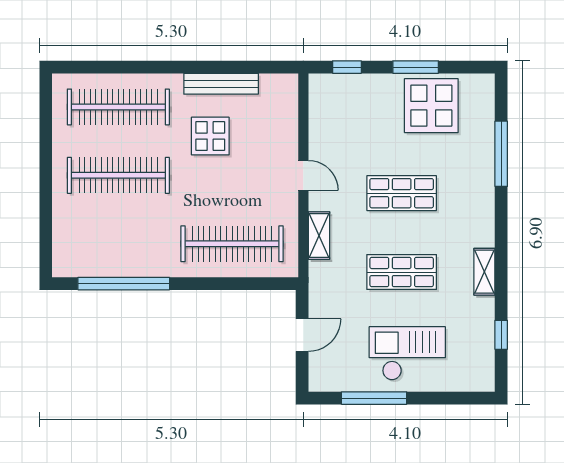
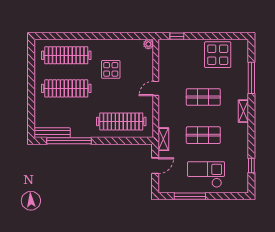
window: (416, 67) -> (210, 36), removed
bench: (221, 84) -> (52, 133), moved
plant: (288, 84) -> (148, 44), added
door: (303, 175) -> (156, 88), swing flipped
shelving: (319, 236) -> (163, 139), moved
shelving: (484, 272) -> (243, 111), moved

